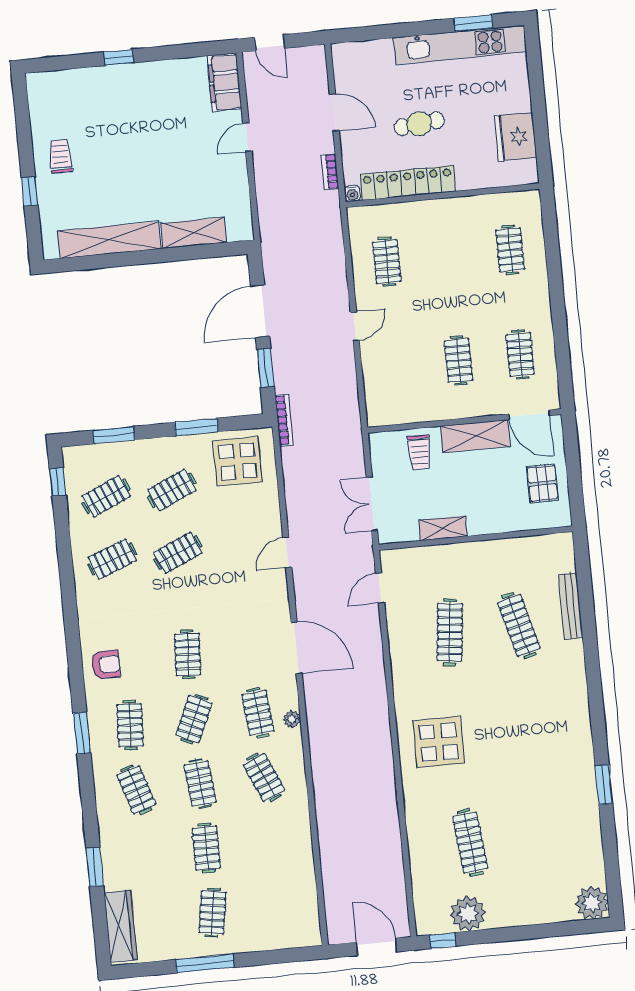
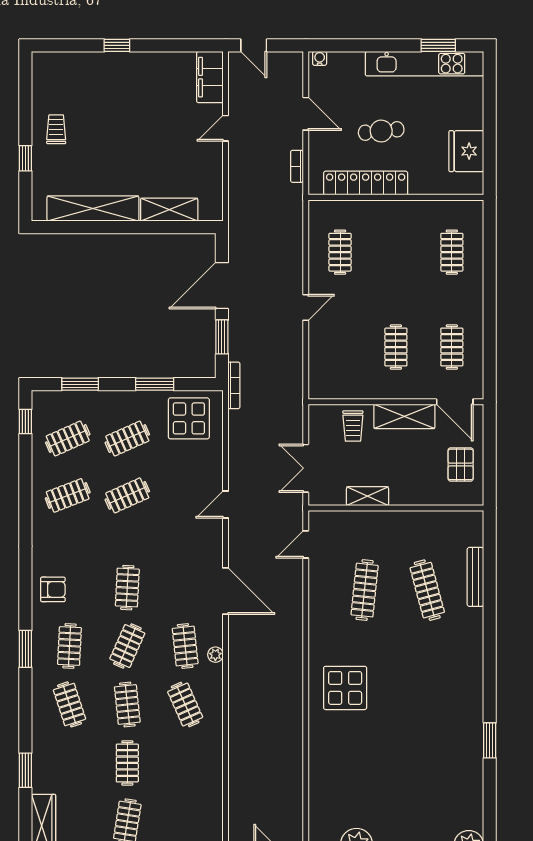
water cooler: (352, 194) -> (320, 58), moved, turned 180
clothes rail: (470, 843) -> (365, 781), removed

